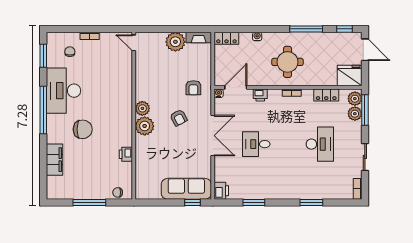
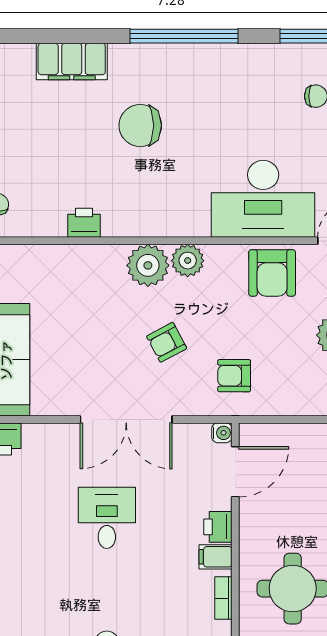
armchair: (148, 71) -> (272, 273), added
door: (236, 87) -> (235, 472), hinge flipped
desk: (63, 91) -> (263, 199), moved, turned 180
filing cabinet: (273, 96) -> (216, 557), added
chair: (83, 129) -> (140, 125), turned 90

